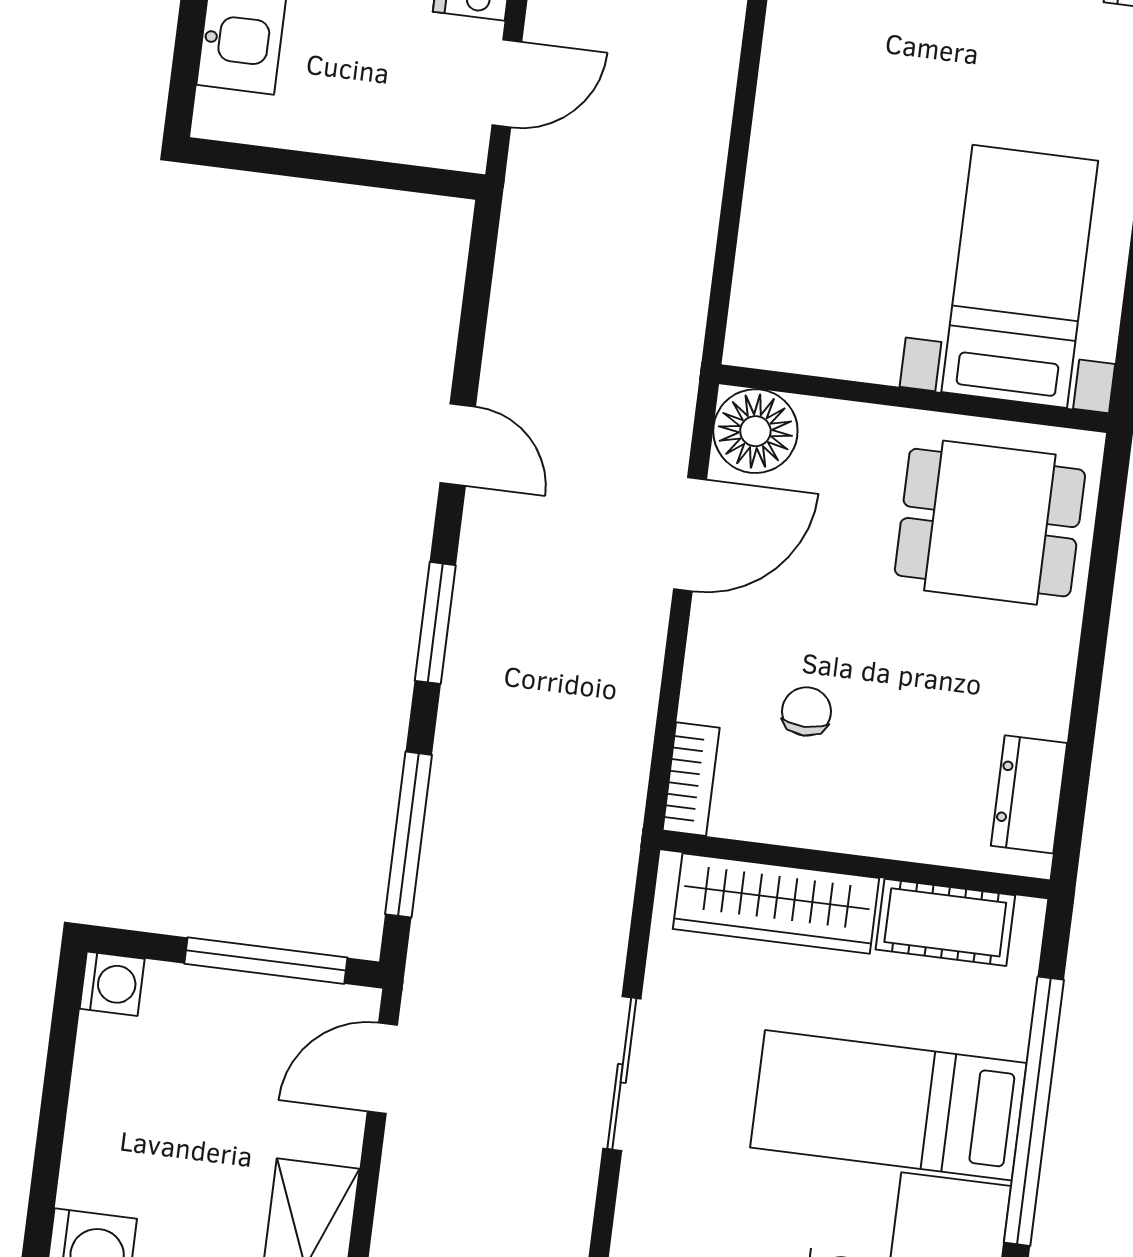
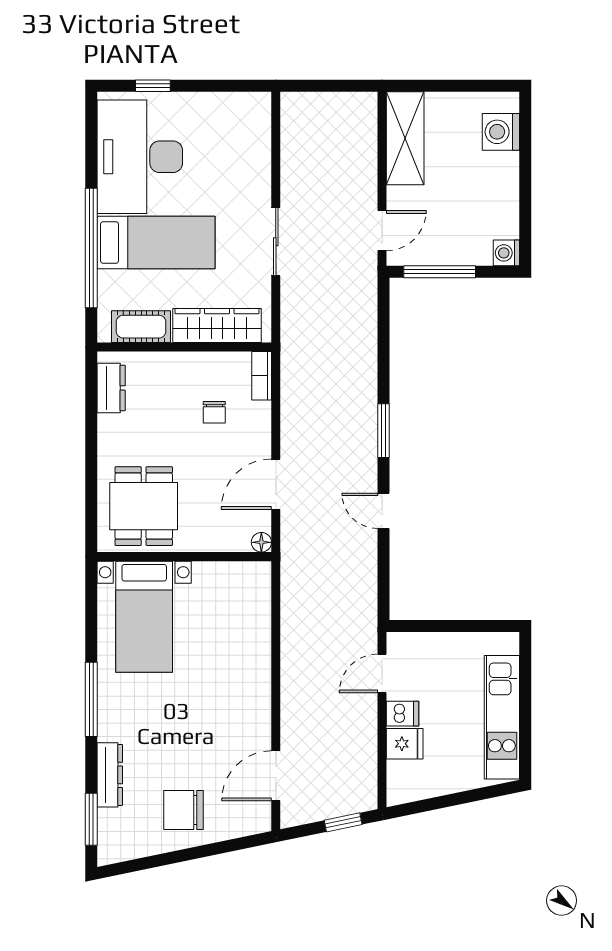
floor lamp: (755, 431) -> (261, 542), width x0.53, depth x0.53
dining table: (990, 523) -> (144, 506), turned 90
window: (409, 835) -> (384, 335), removed

